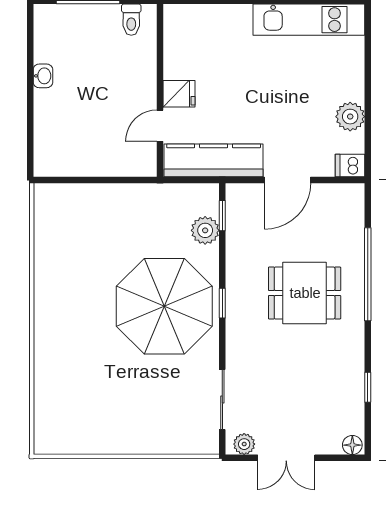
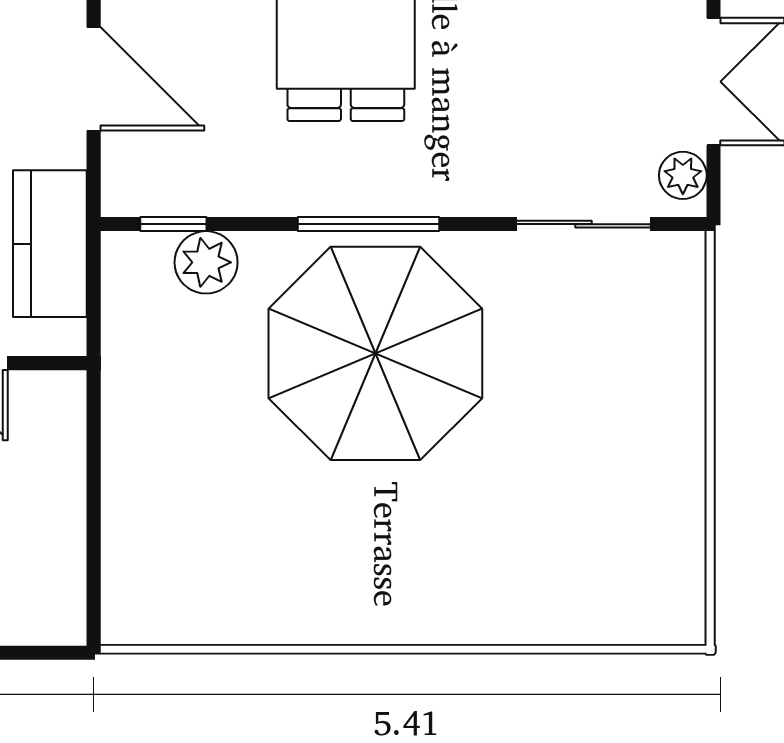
kitchen counter: (214, 160) -> (50, 244), width x0.67
window: (222, 303) -> (368, 224), width x2.17

